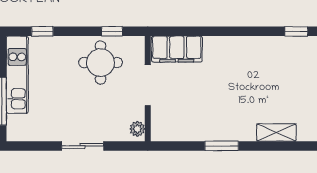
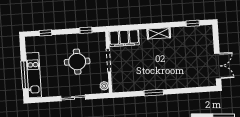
round table: (101, 63) -> (77, 62), moved
kitchen unit: (17, 75) -> (34, 75), moved
shelving: (276, 132) -> (159, 33), moved

